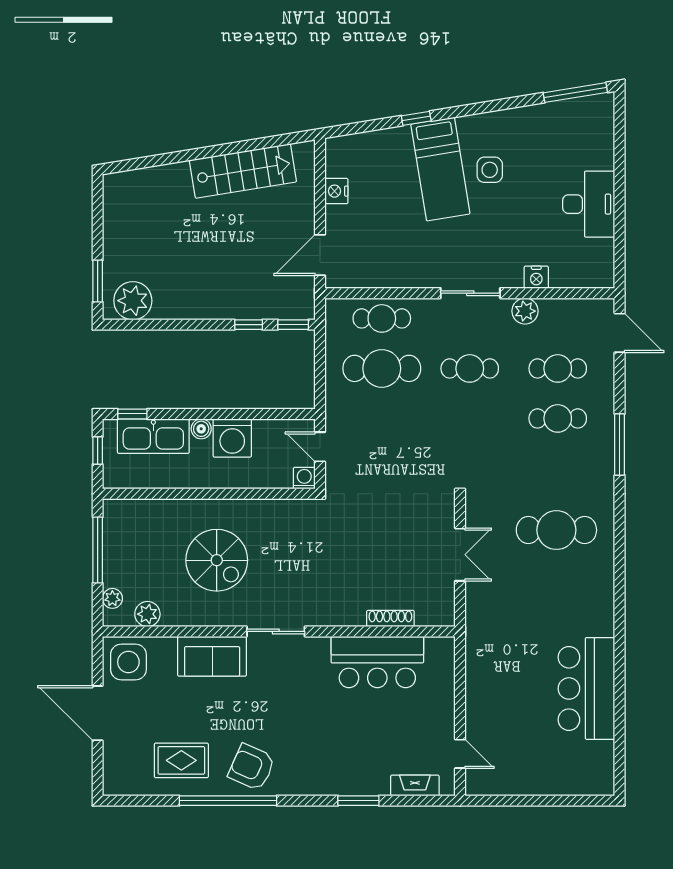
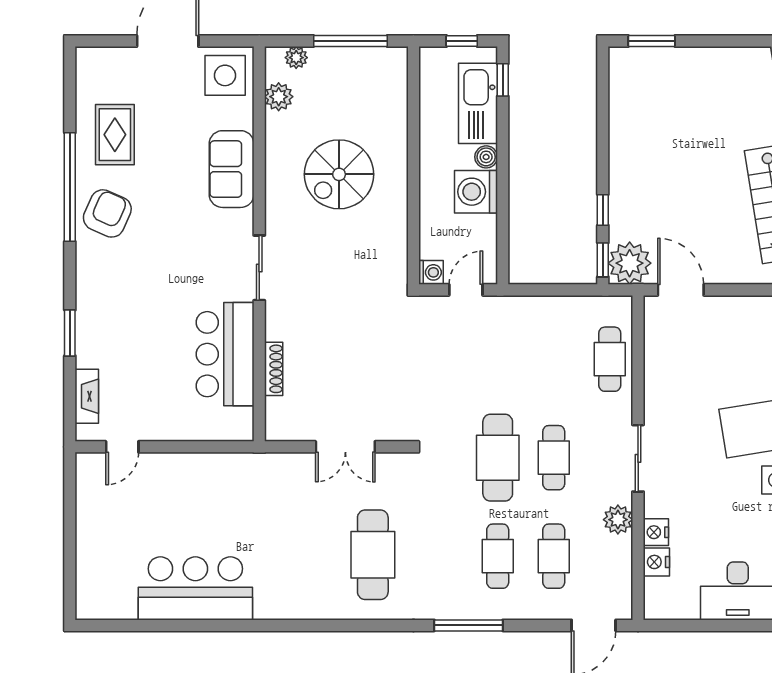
nightstand: (336, 191) -> (656, 562), moved, turned -90
plant: (133, 301) -> (630, 263), moved
cafe table: (382, 368) -> (498, 458), moved
sliding door: (276, 631) -> (259, 268), moved

